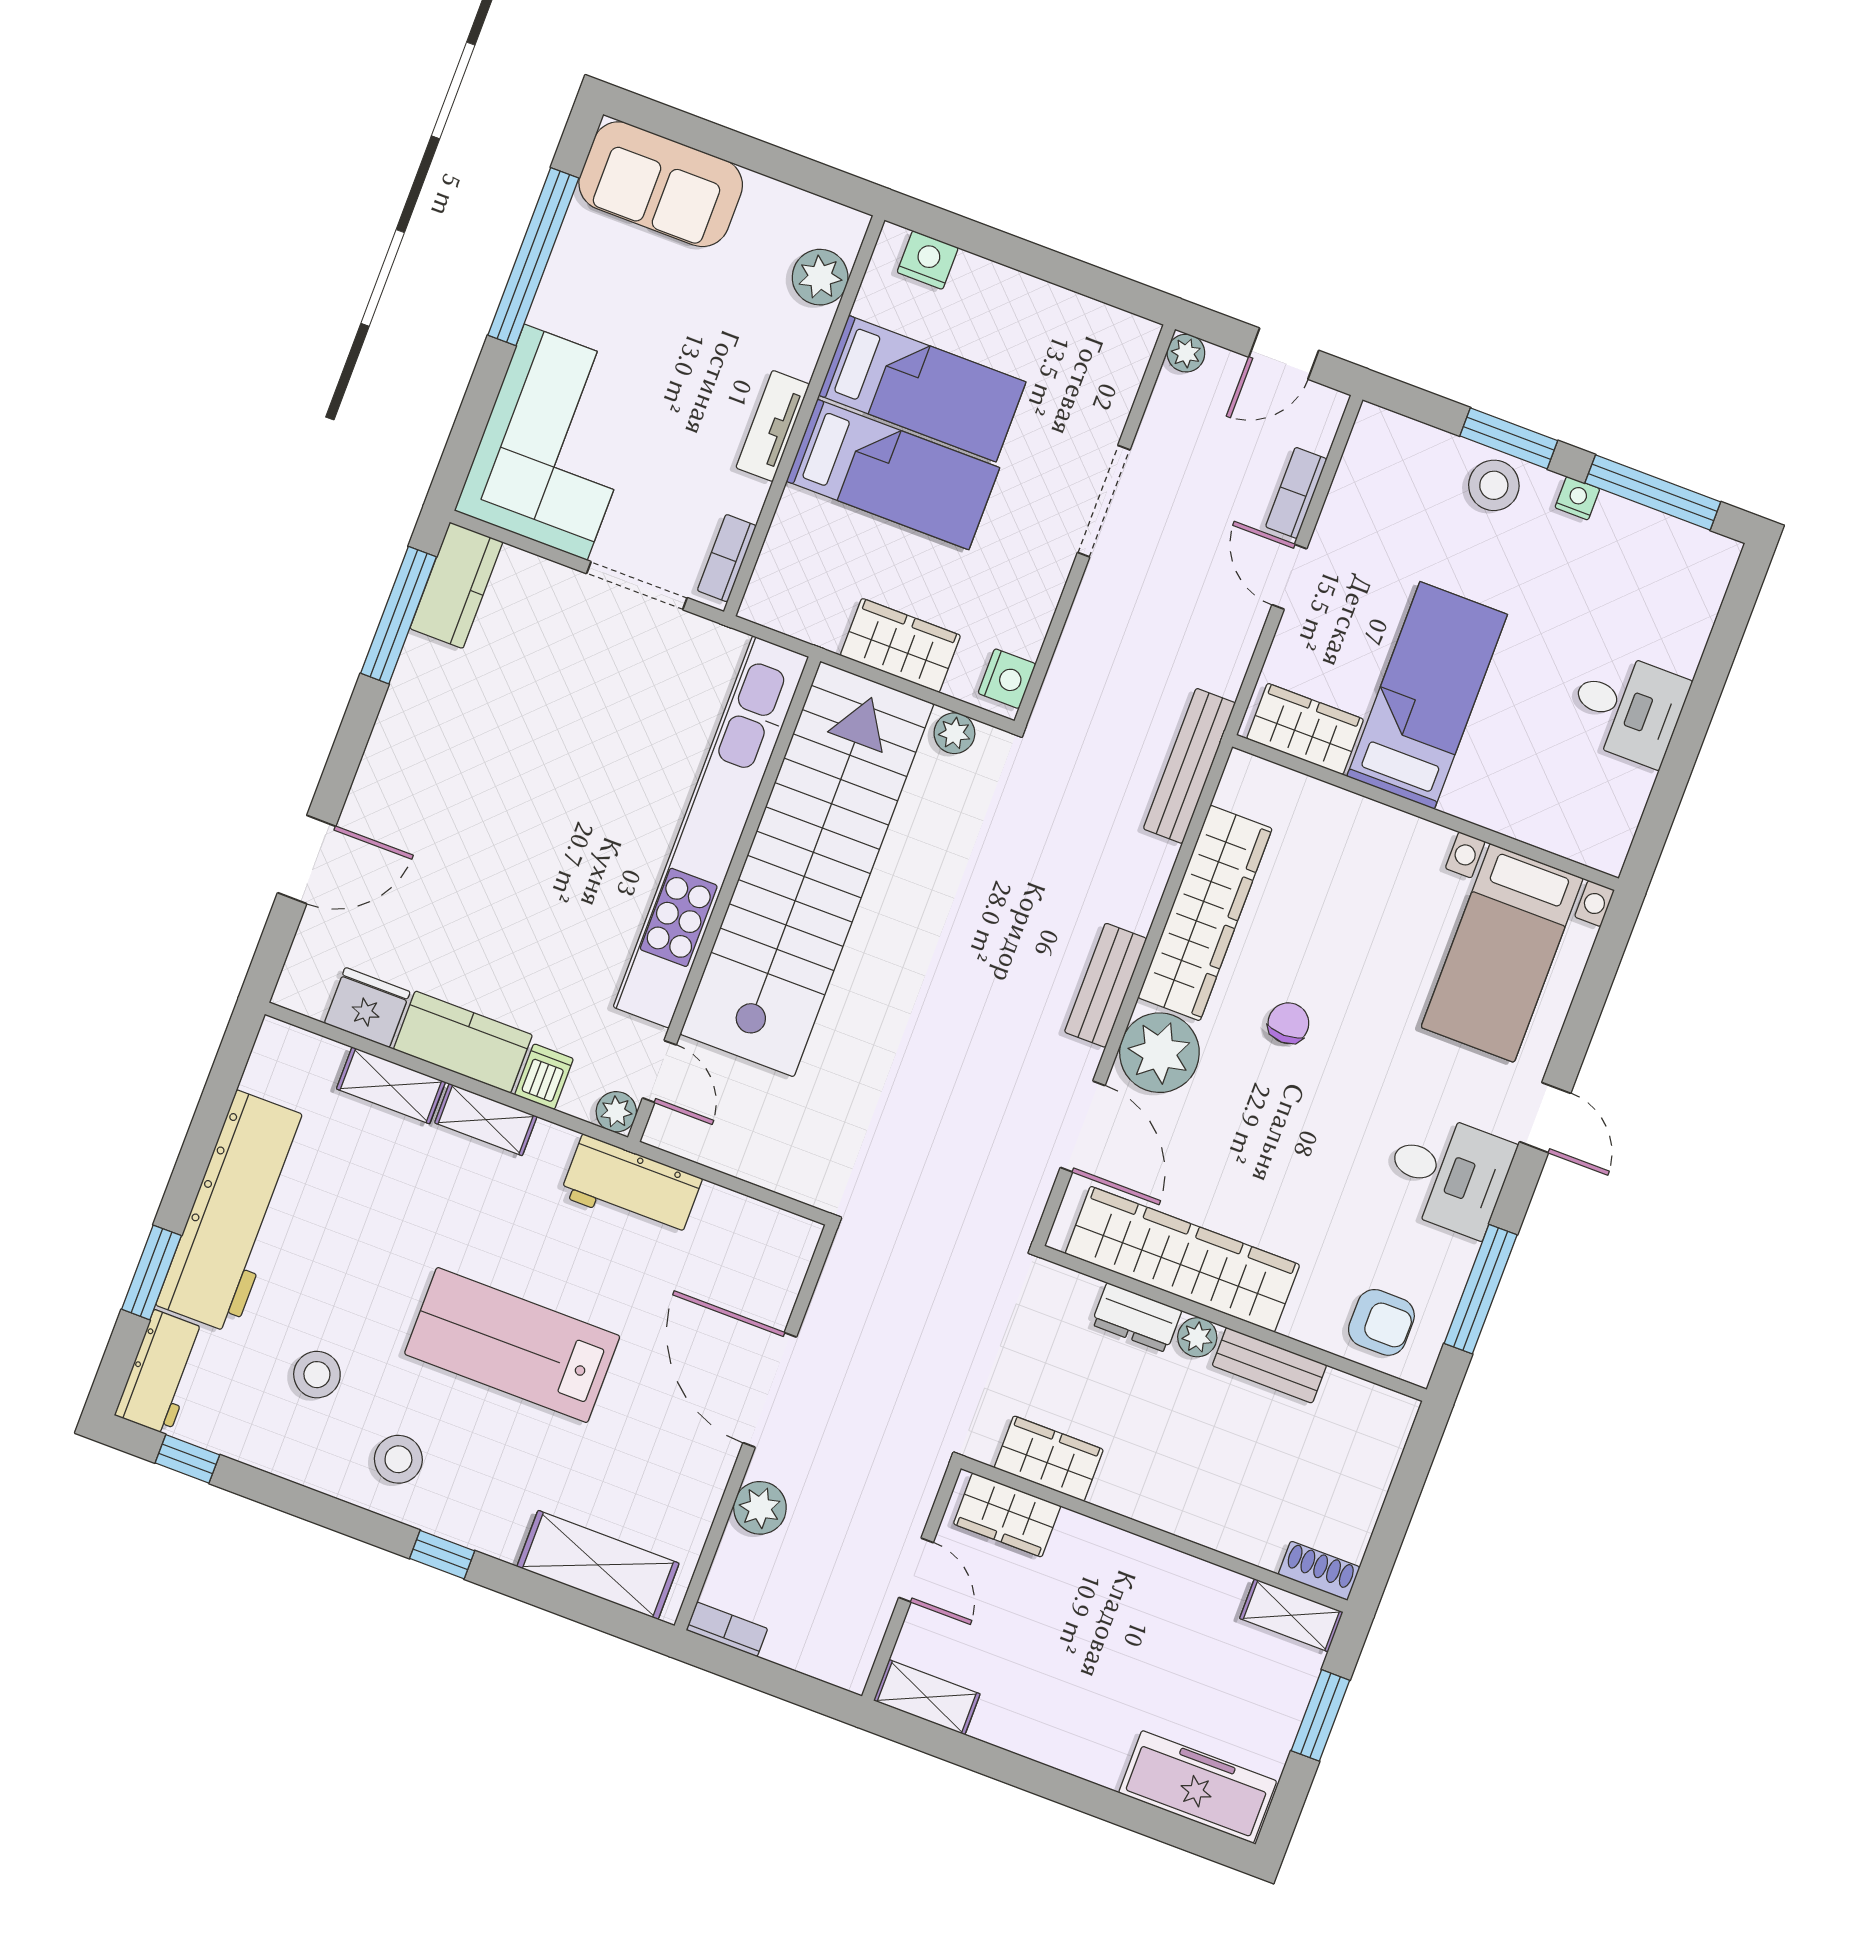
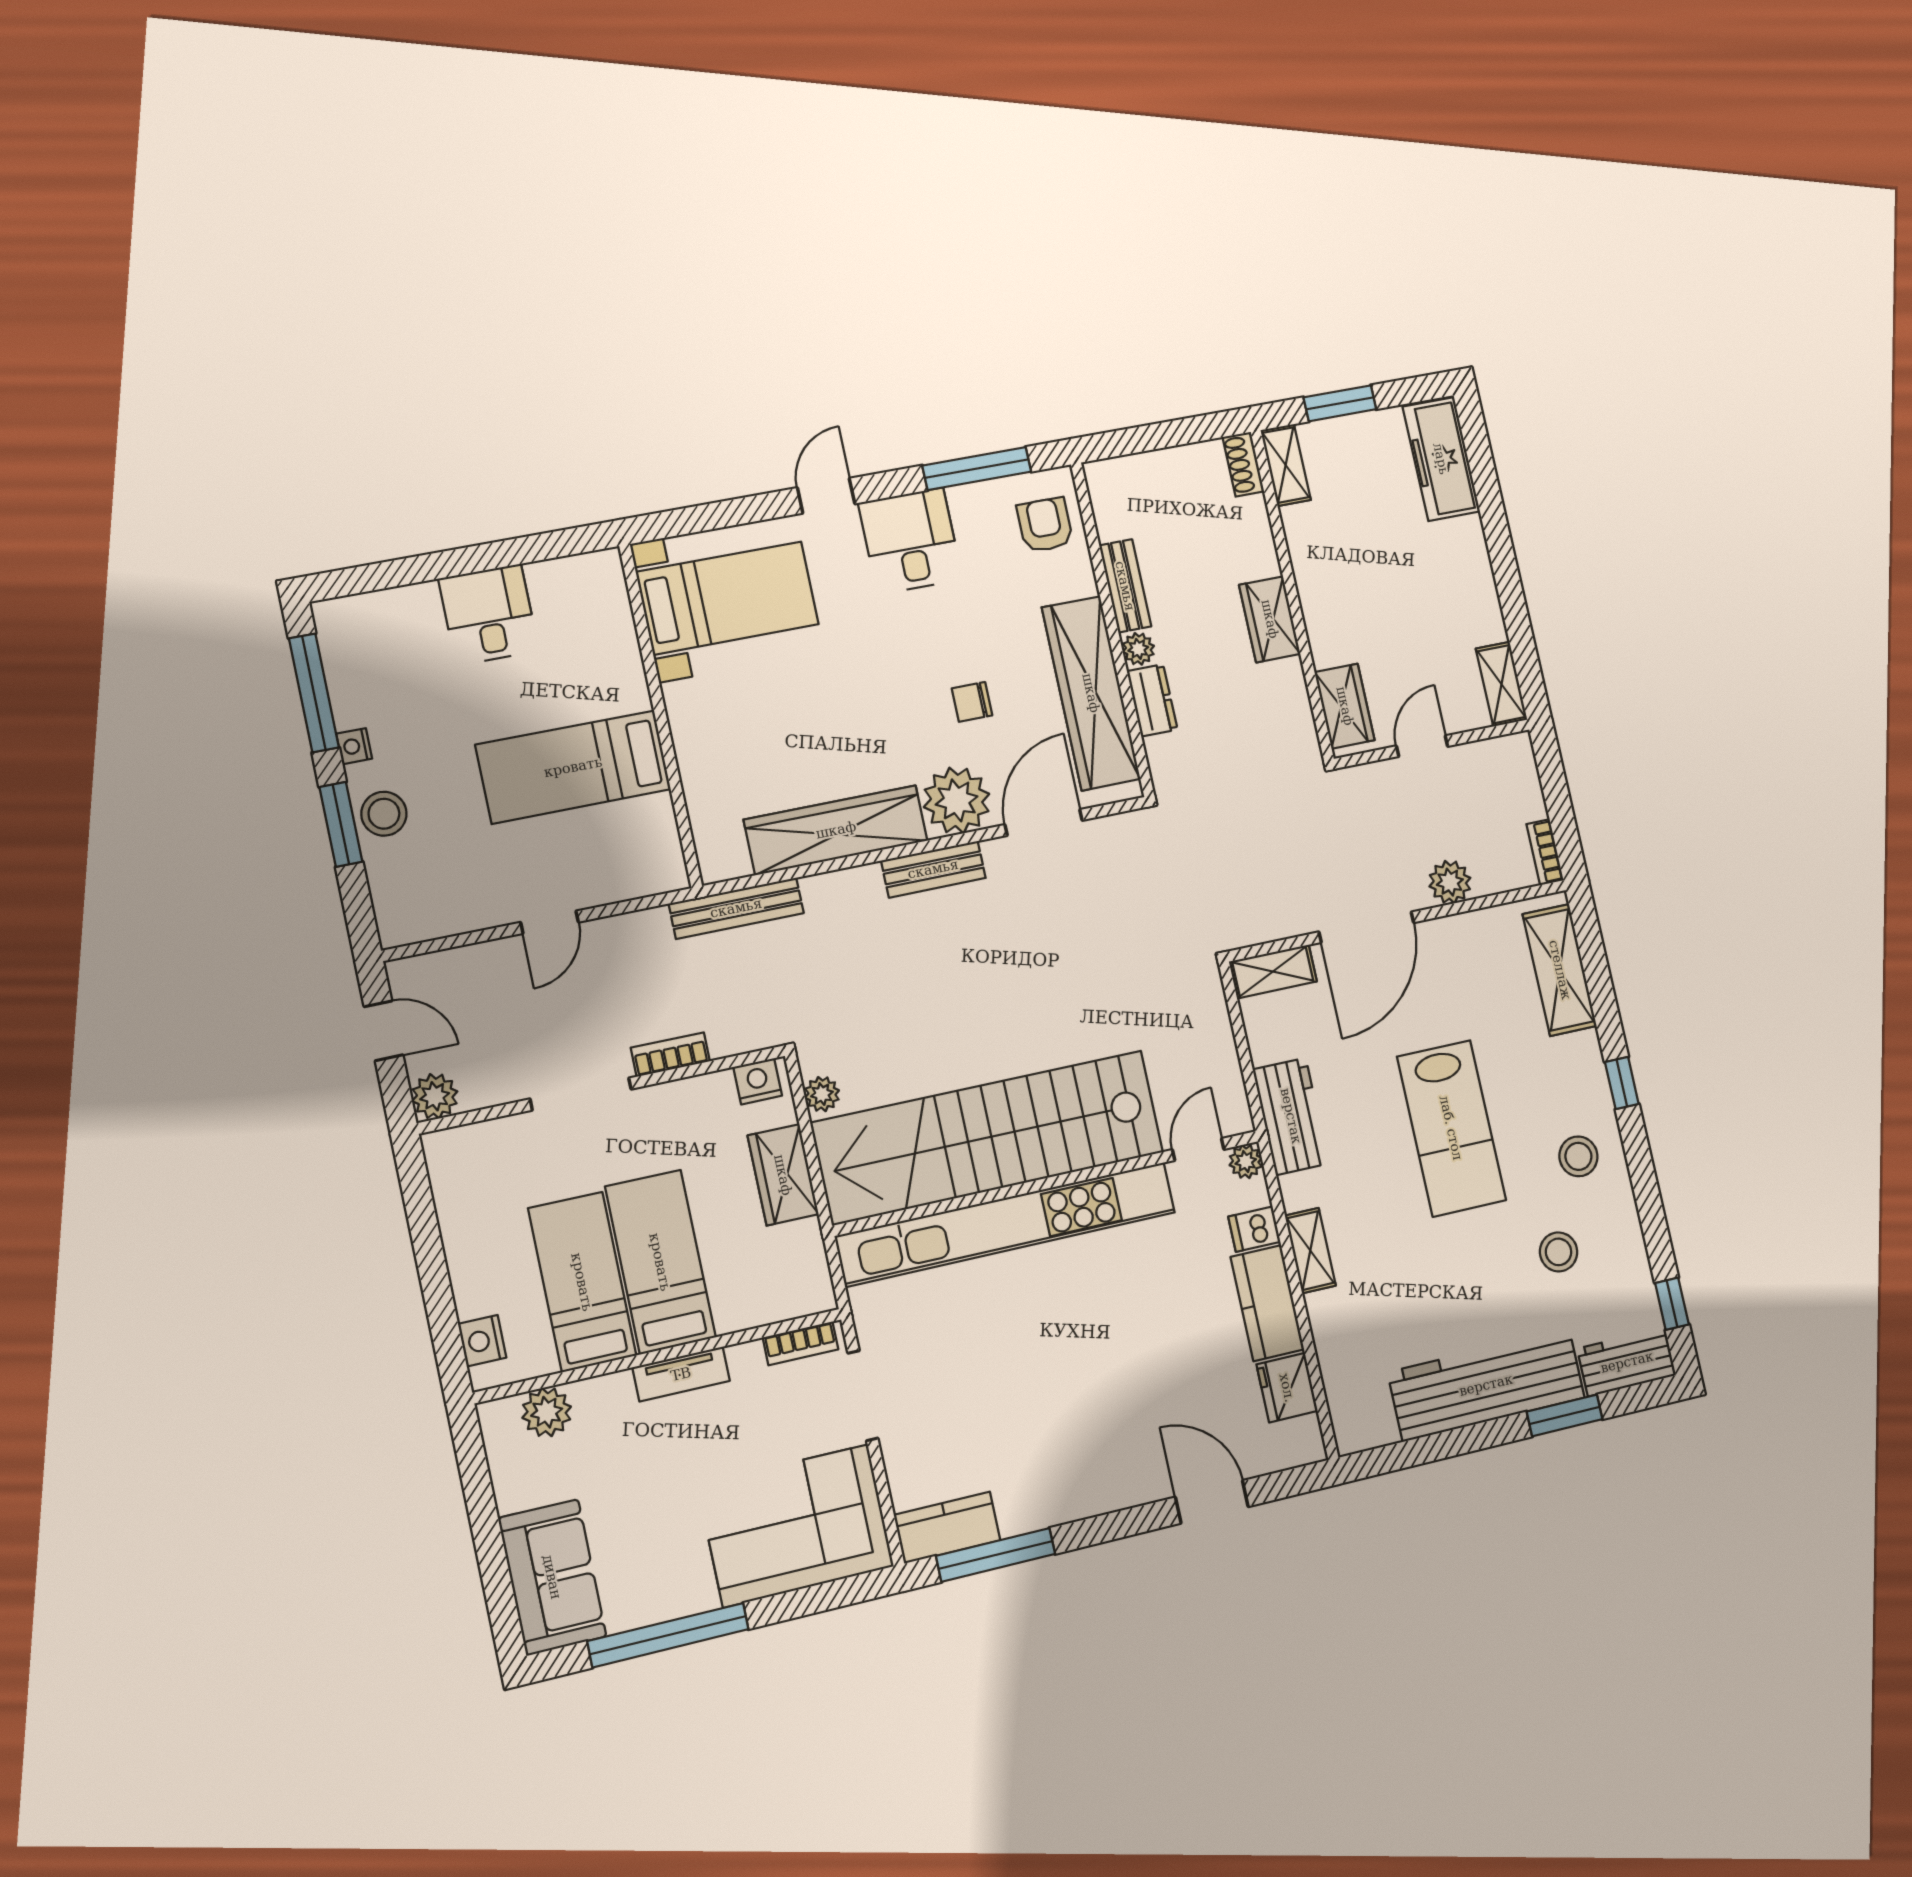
plant: (1186, 353) -> (435, 1096), width x1.38, depth x1.38
bookcase: (1296, 493) -> (670, 1054), moved, turned 180
wardrobe: (1305, 729) -> (655, 841), removed
chair: (1288, 1023) -> (972, 702), moved
shelving: (391, 1085) -> (1273, 972), moved, turned 90
wardrobe: (1049, 1459) -> (1270, 619), moved

